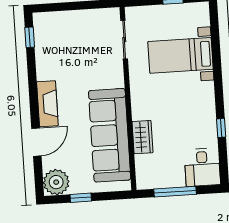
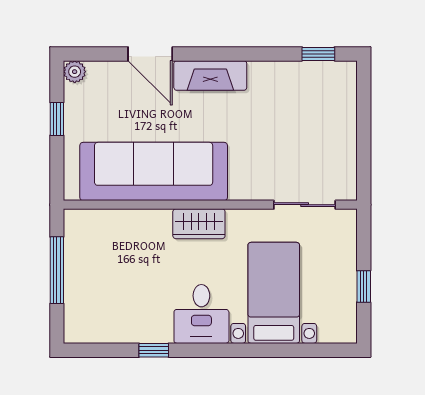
wardrobe: (142, 137) -> (199, 224), moved
desk: (202, 167) -> (201, 314), moved, turned -90
plant: (56, 182) -> (75, 72), width x0.53, depth x0.53

